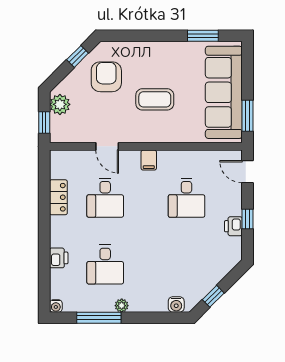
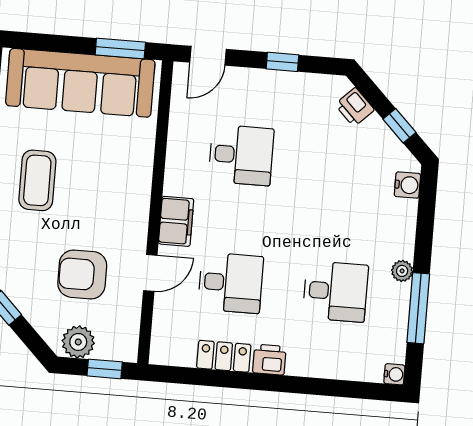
armchair: (106, 77) -> (82, 274), moved
coffee table: (155, 99) -> (37, 180), moved
filing cabinet: (149, 160) -> (176, 221), width x2.00
printer: (233, 226) -> (355, 107), moved, turned 45
printer: (59, 258) -> (269, 360), moved

